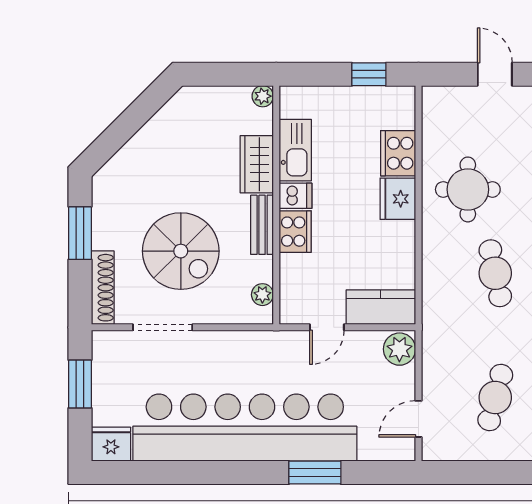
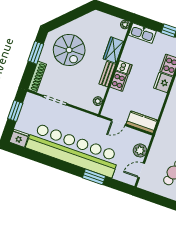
kitchen sink: (295, 150) -> (142, 33), moved, turned 90
spiral stairs: (181, 251) -> (69, 50), moved
plant: (399, 349) -> (140, 150), moved

